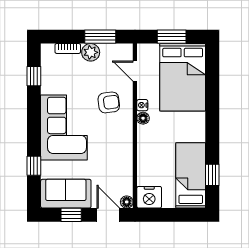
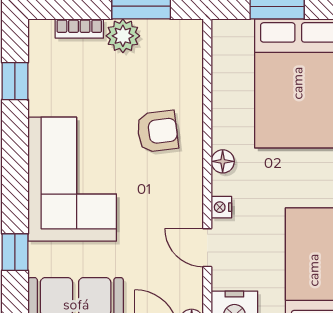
door: (135, 71) -> (207, 248), moved
nightstand: (142, 105) -> (221, 207), moved

